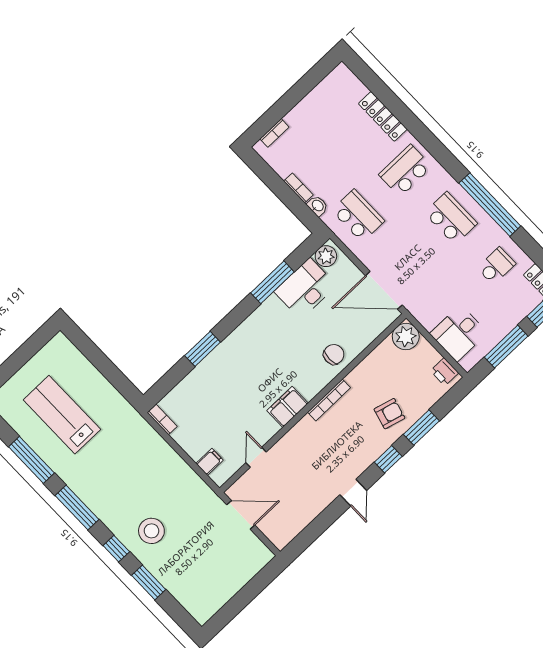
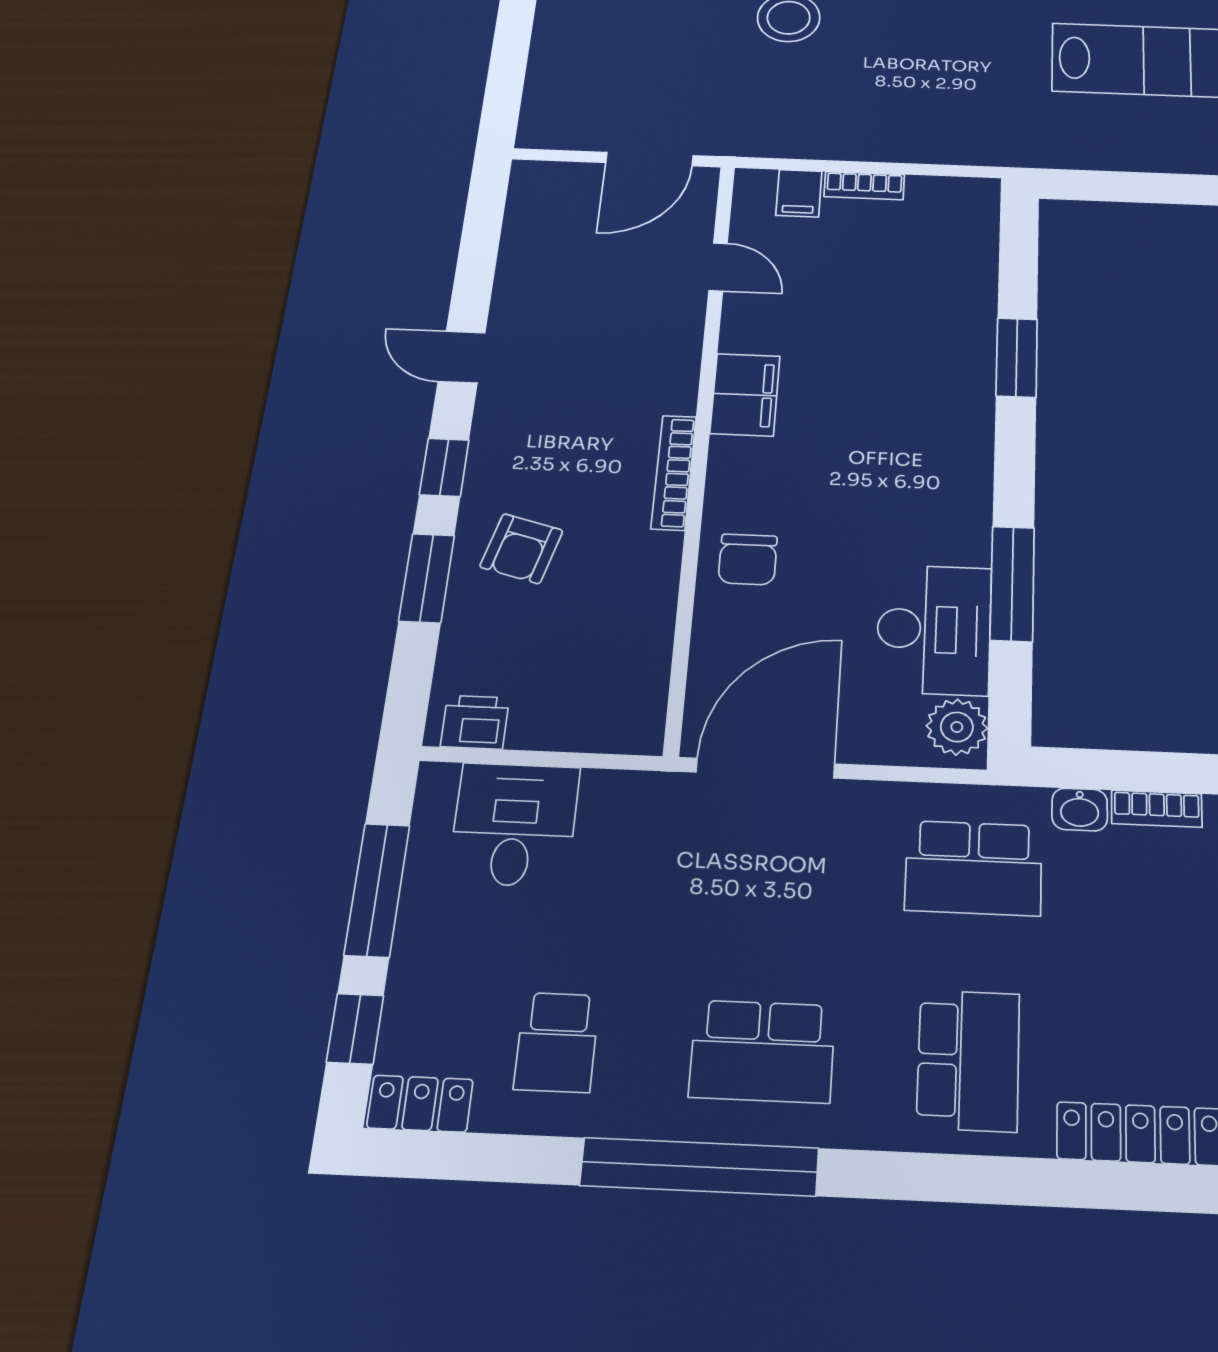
plant: (406, 337) -> (628, 719), removed
bookcase: (162, 419) -> (864, 186), moved

